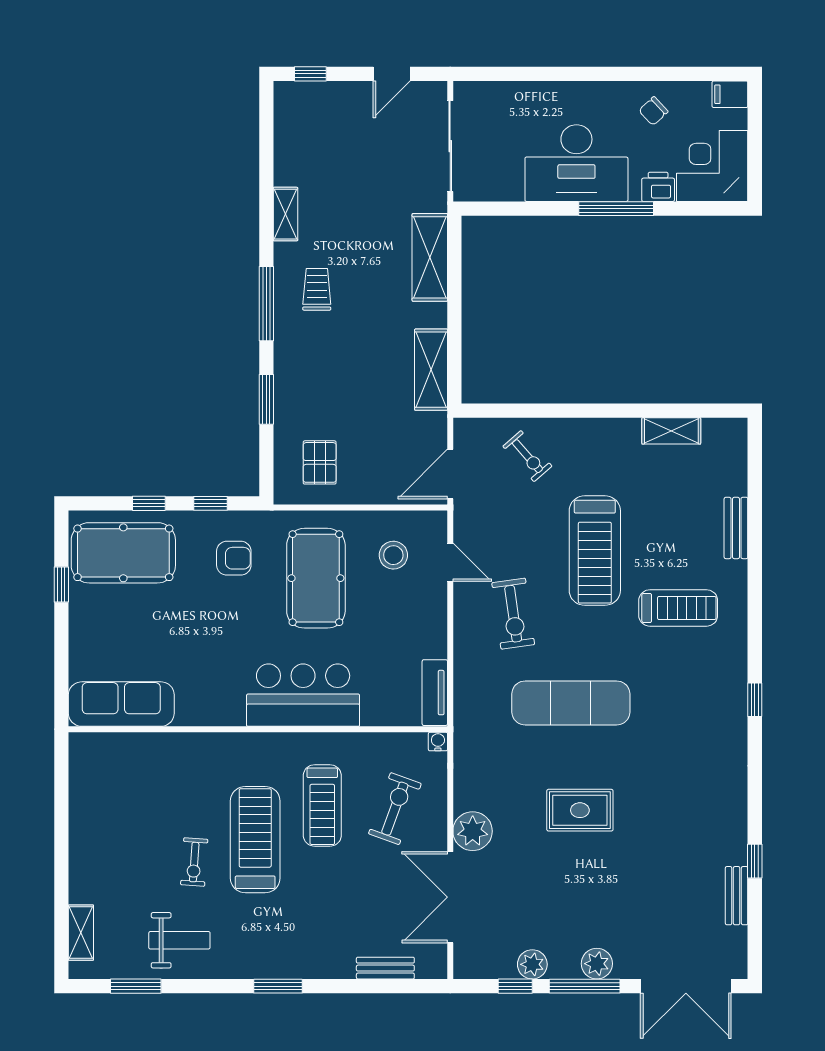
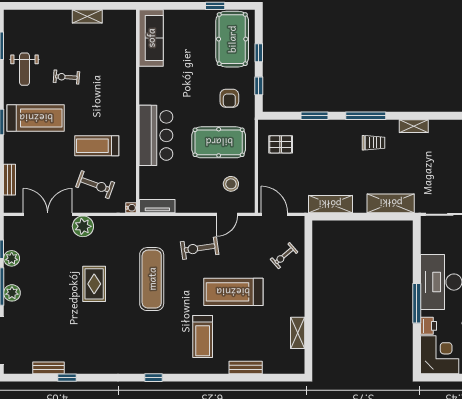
treadmill: (255, 840) -> (36, 118), moved
shelving: (81, 933) -> (87, 16), moved

